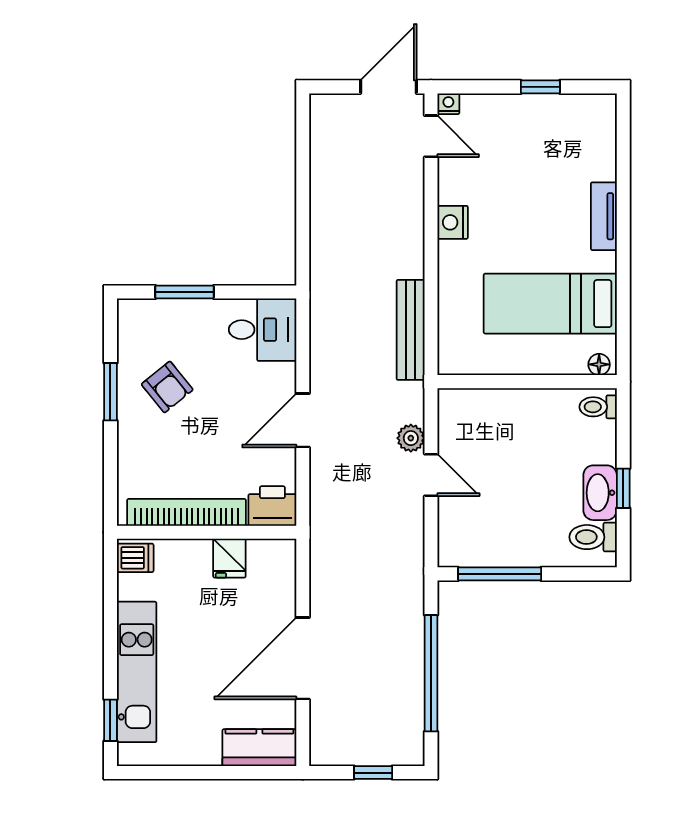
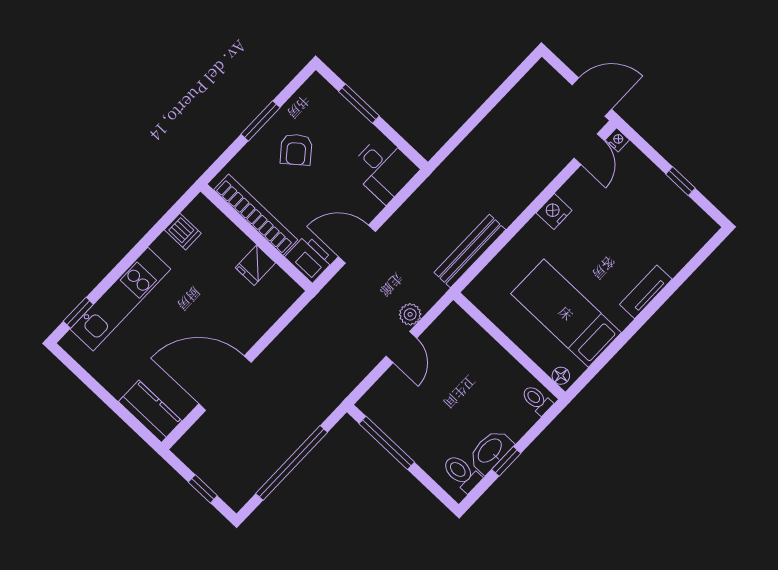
printer: (272, 506) -> (309, 259), moved
bookcase: (187, 512) -> (256, 215), moved
wall: (207, 532) -> (256, 237), moved
fridge: (229, 558) -> (255, 265), moved

